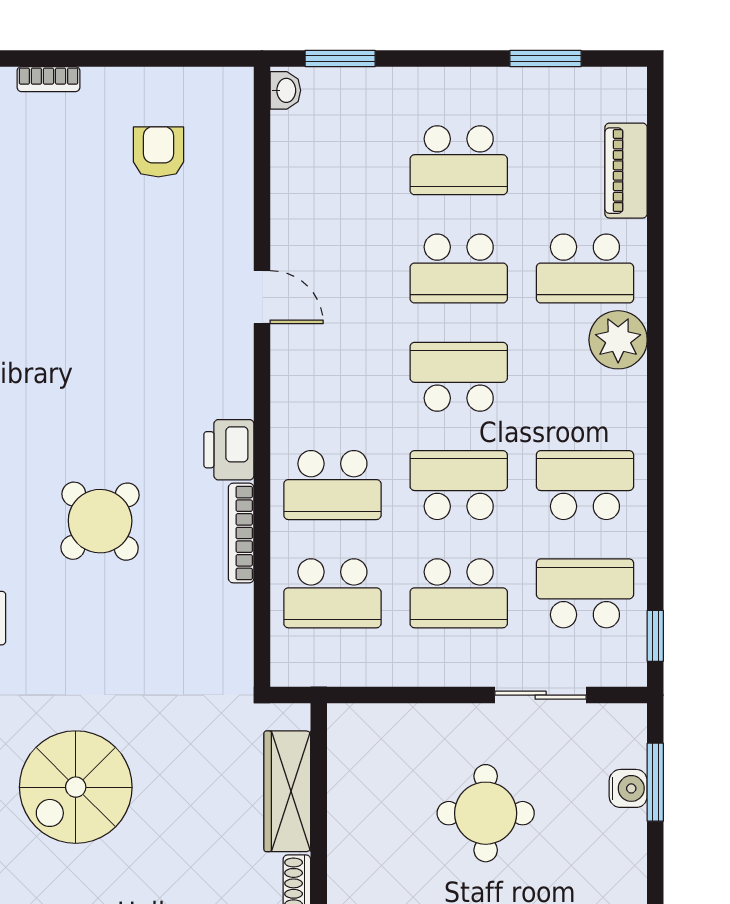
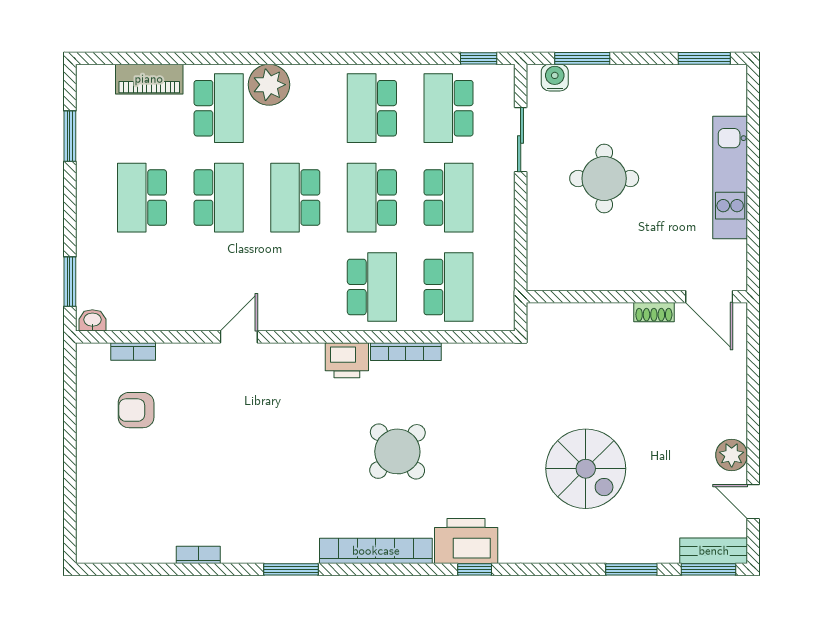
bookcase: (48, 79) -> (133, 351), moved, turned 90
school desk: (459, 160) -> (142, 198), turned 180
water cooler: (628, 788) -> (555, 78), moved
wardrobe: (287, 791) -> (589, 319), removed

